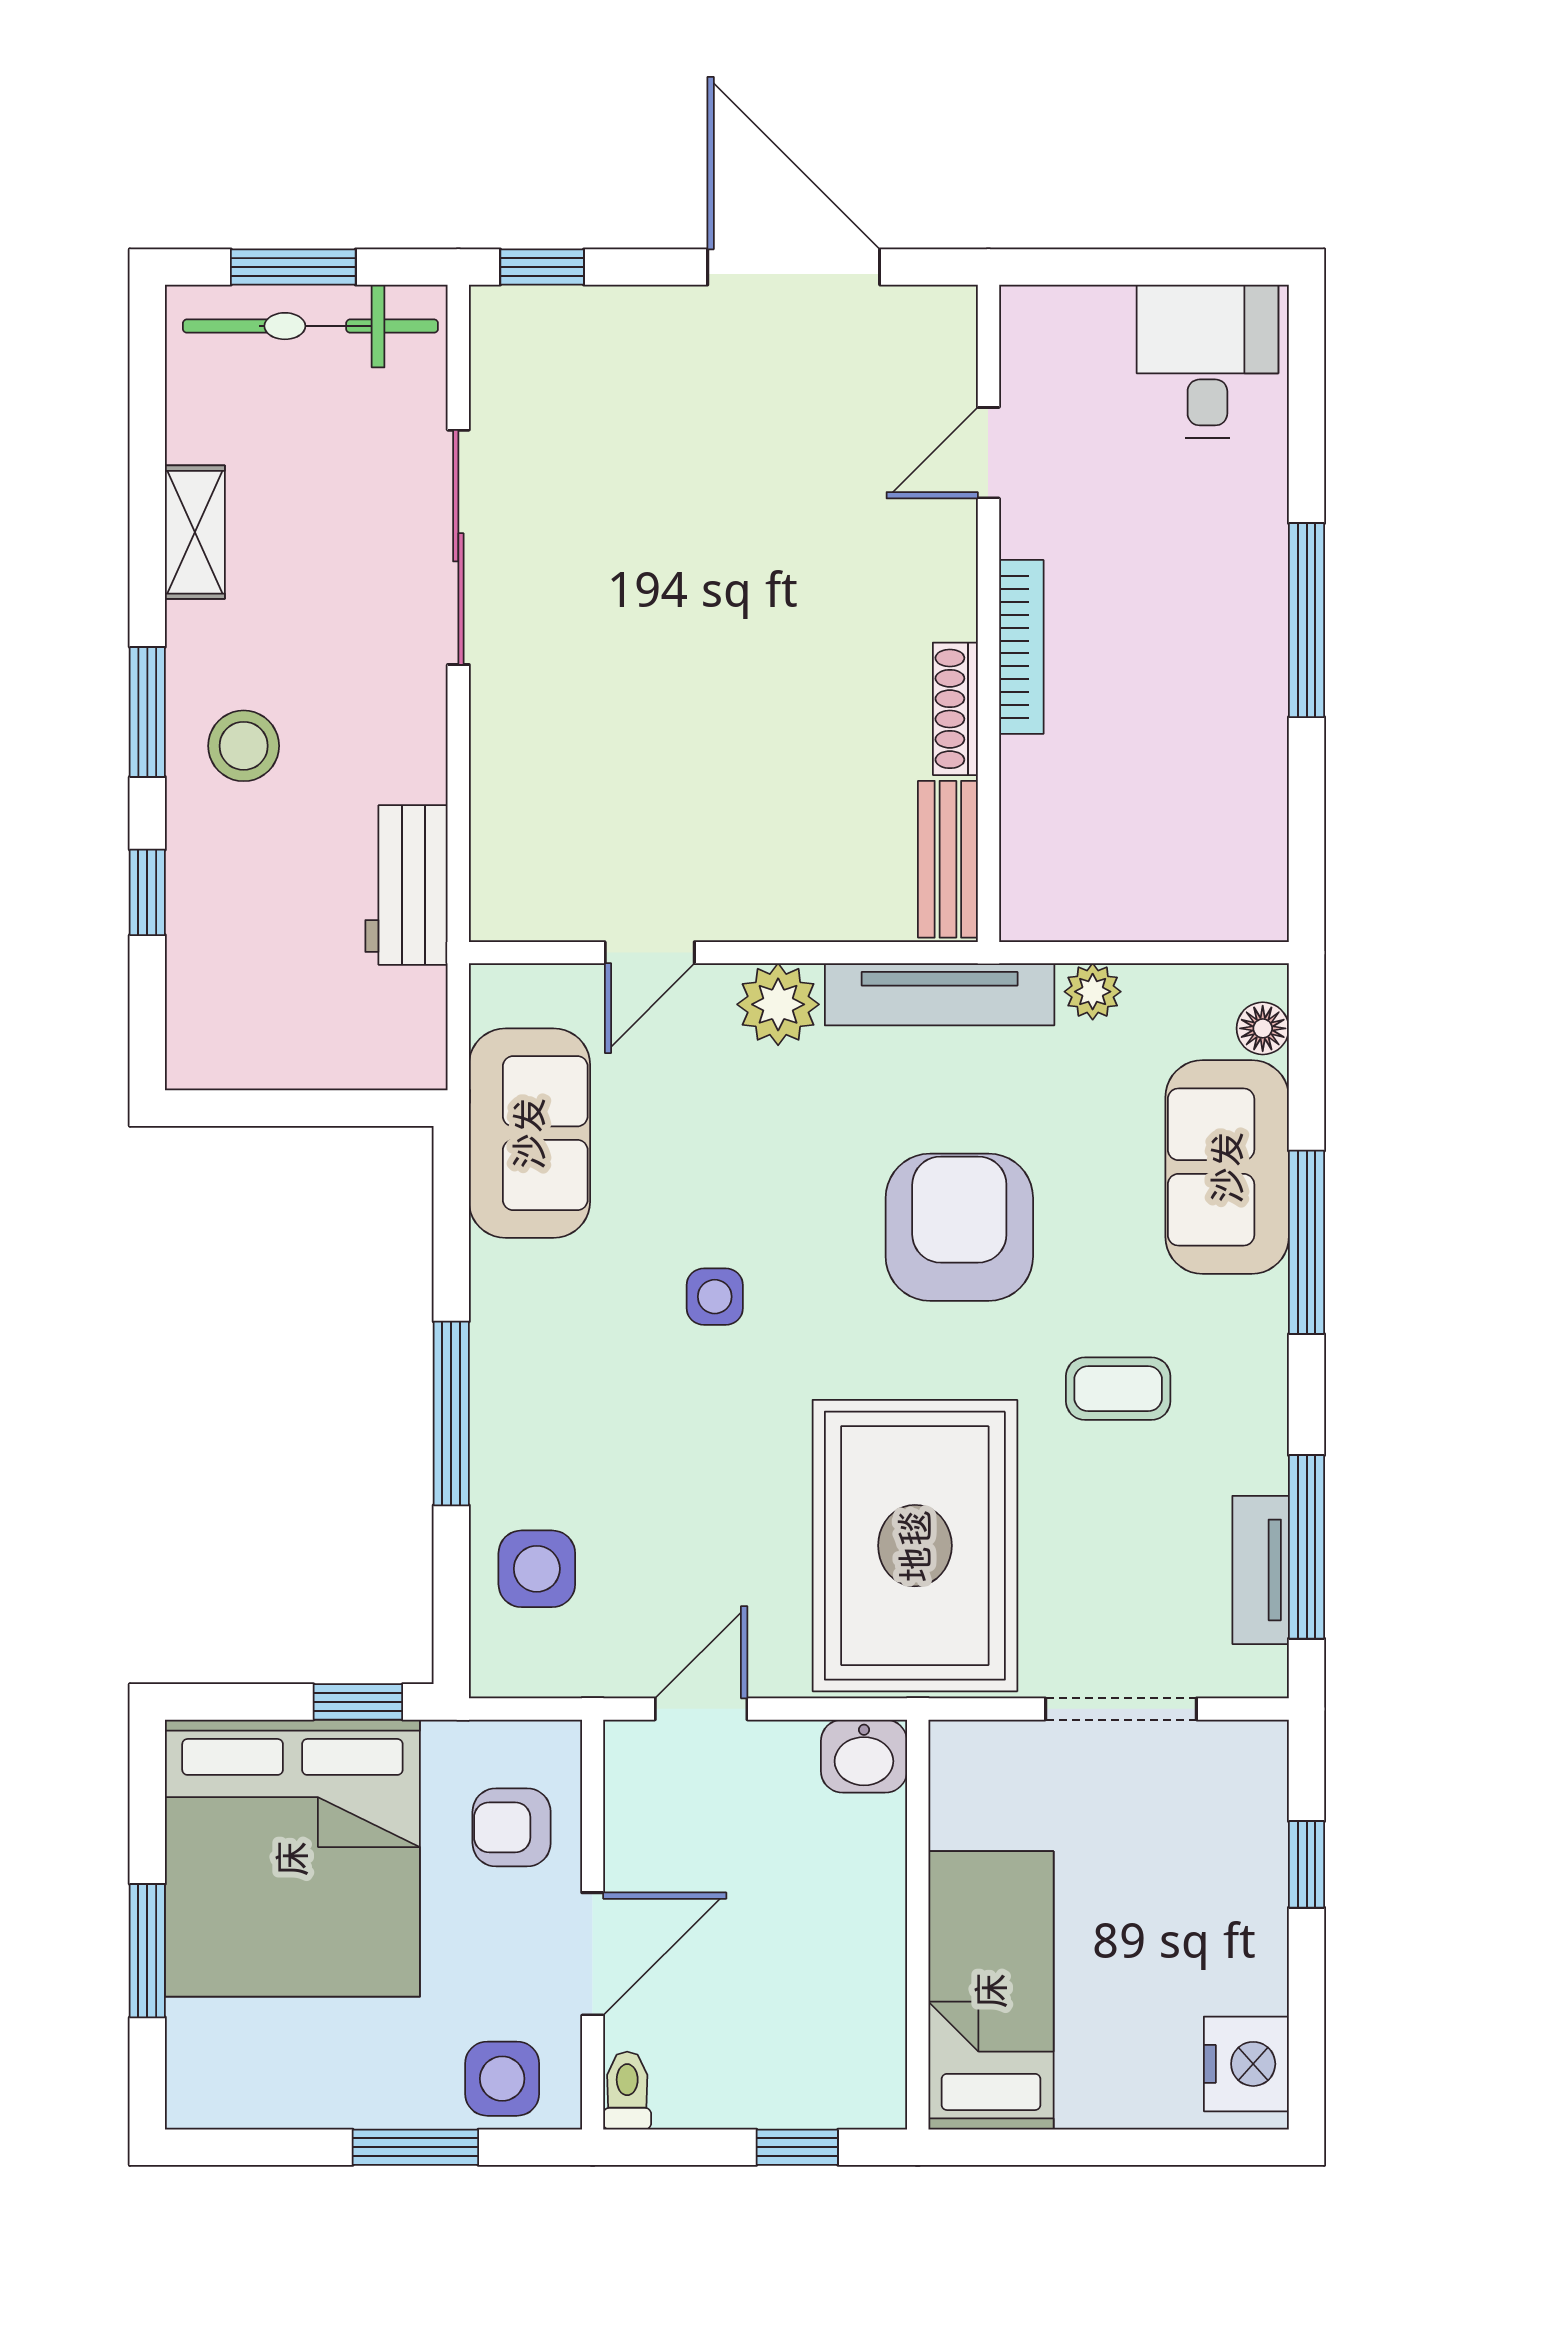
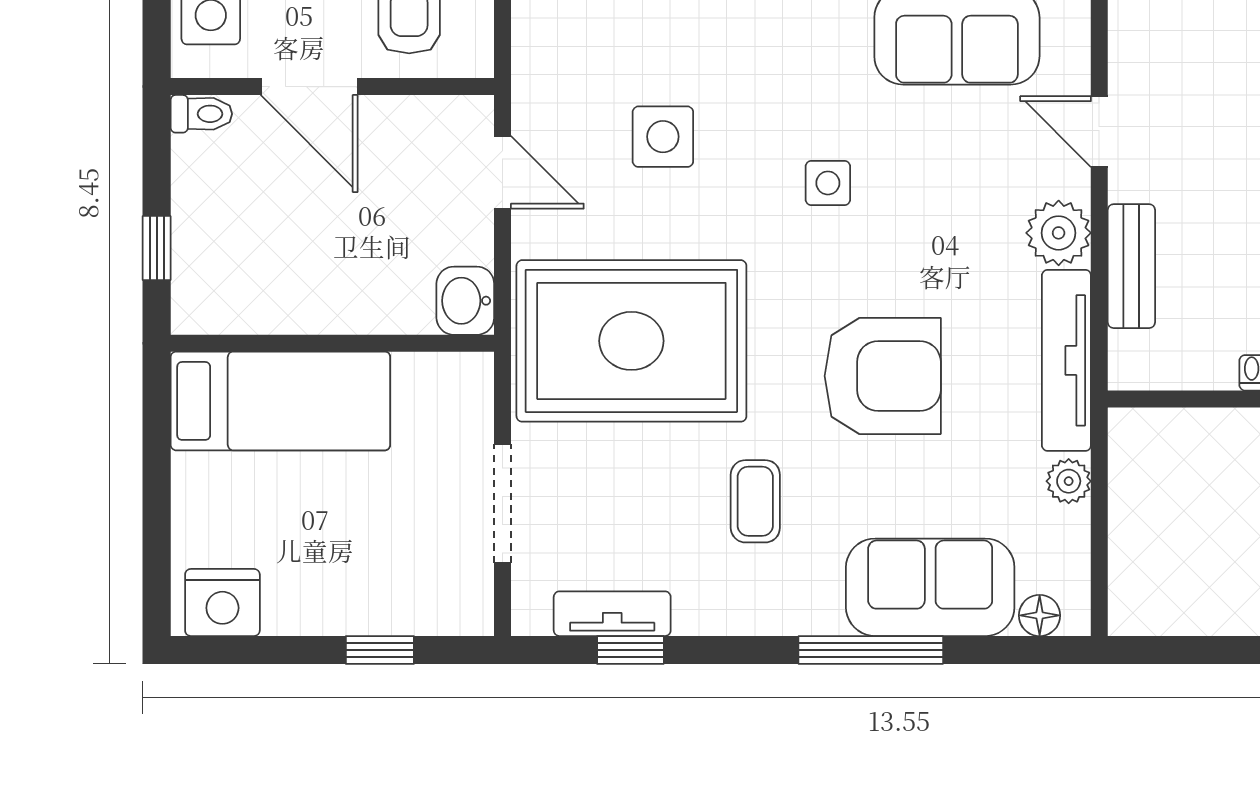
bench: (948, 859) -> (1131, 266), moved, turned 90
window: (1307, 1547) -> (630, 650), width x0.46
side table: (537, 1569) -> (663, 137), moved

